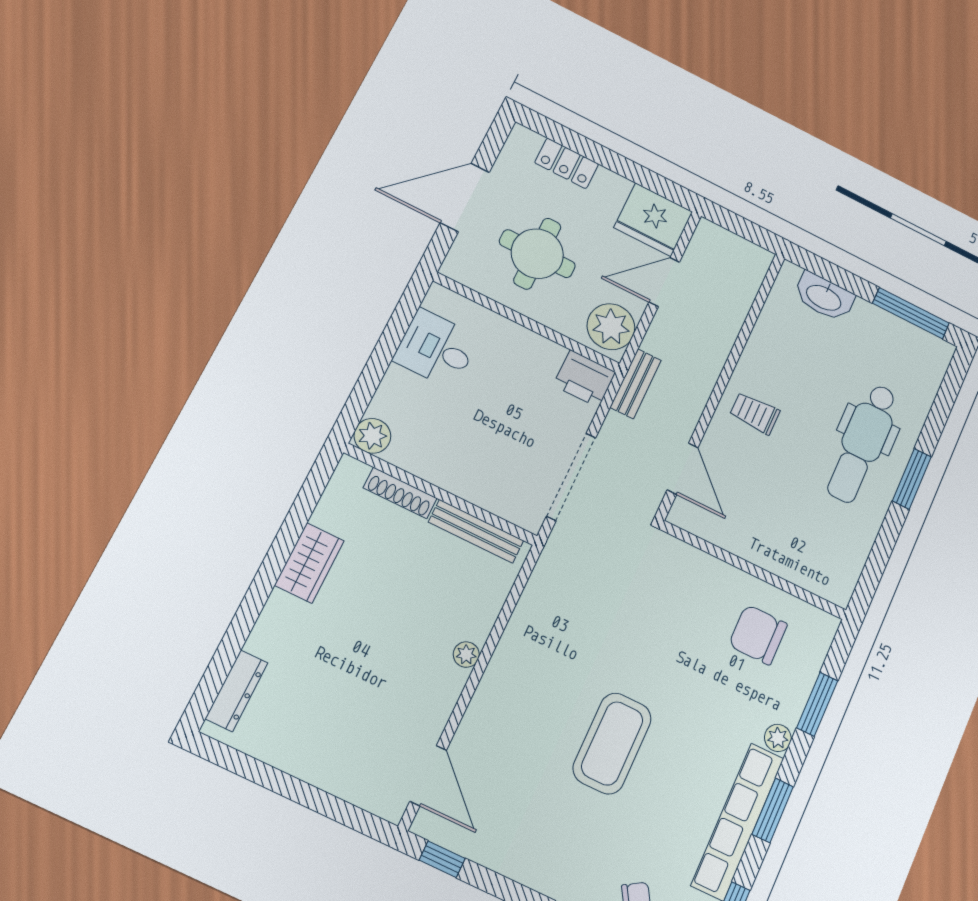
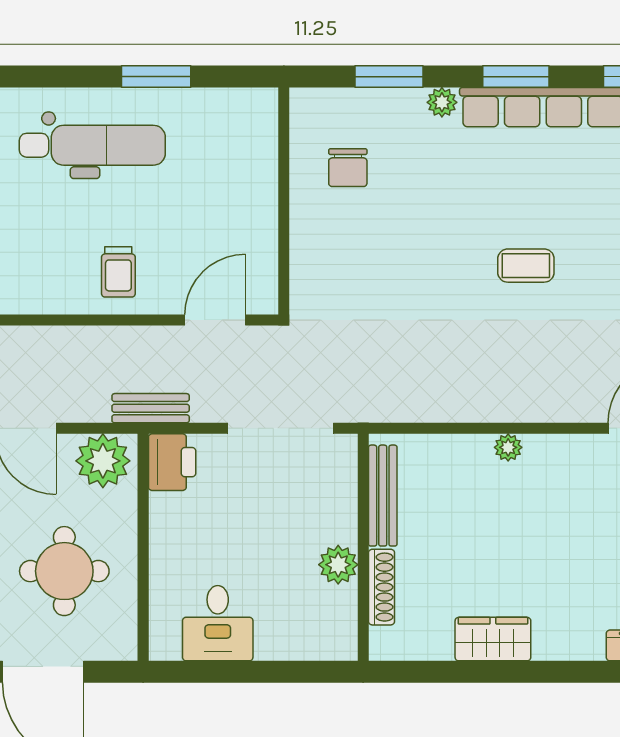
plant: (372, 436) -> (338, 565), moved
window: (912, 479) -> (156, 77), moved
chair: (758, 635) -> (348, 168), width x0.73, depth x0.73
coffee table: (612, 743) -> (526, 266), width x0.54, depth x0.58

